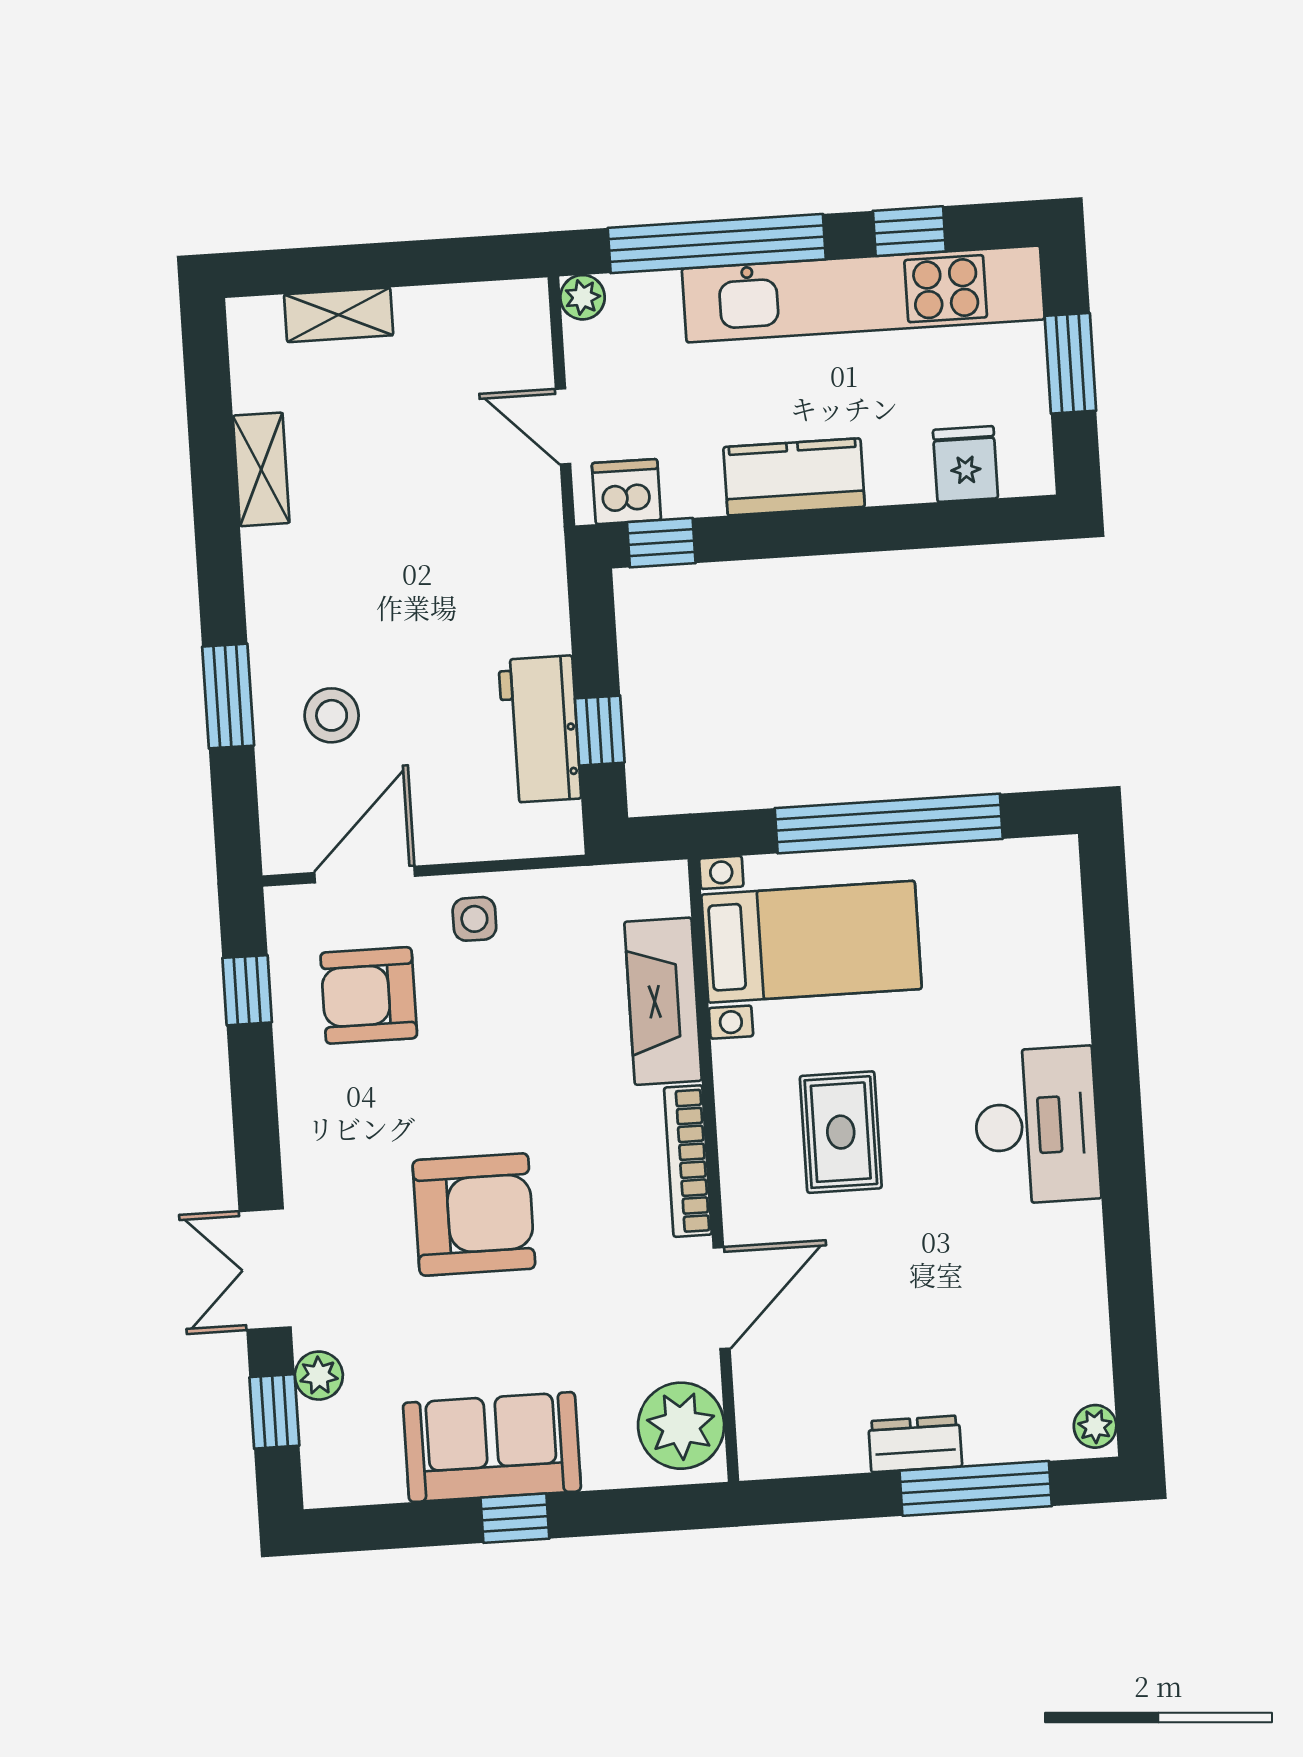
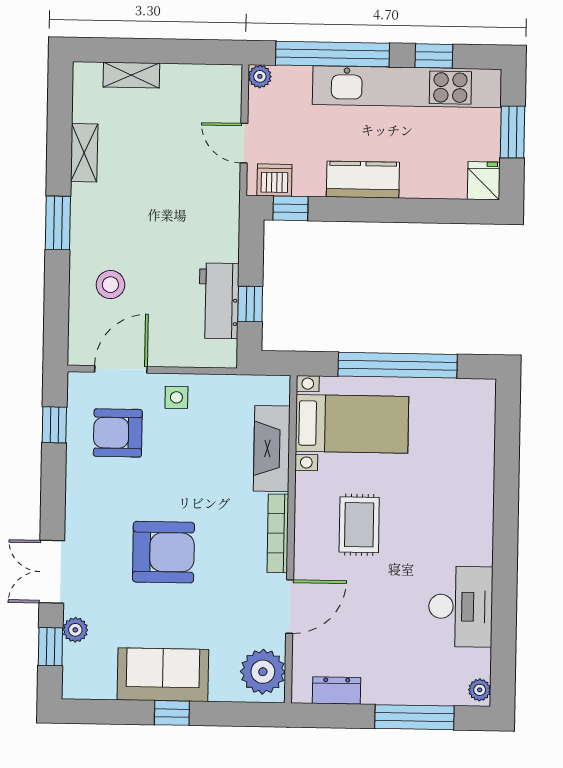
fridge: (965, 464) -> (484, 181), moved
window: (228, 696) -> (58, 223), moved
desk: (1036, 1126) -> (461, 607), moved
dresser: (915, 1444) -> (336, 690), moved

